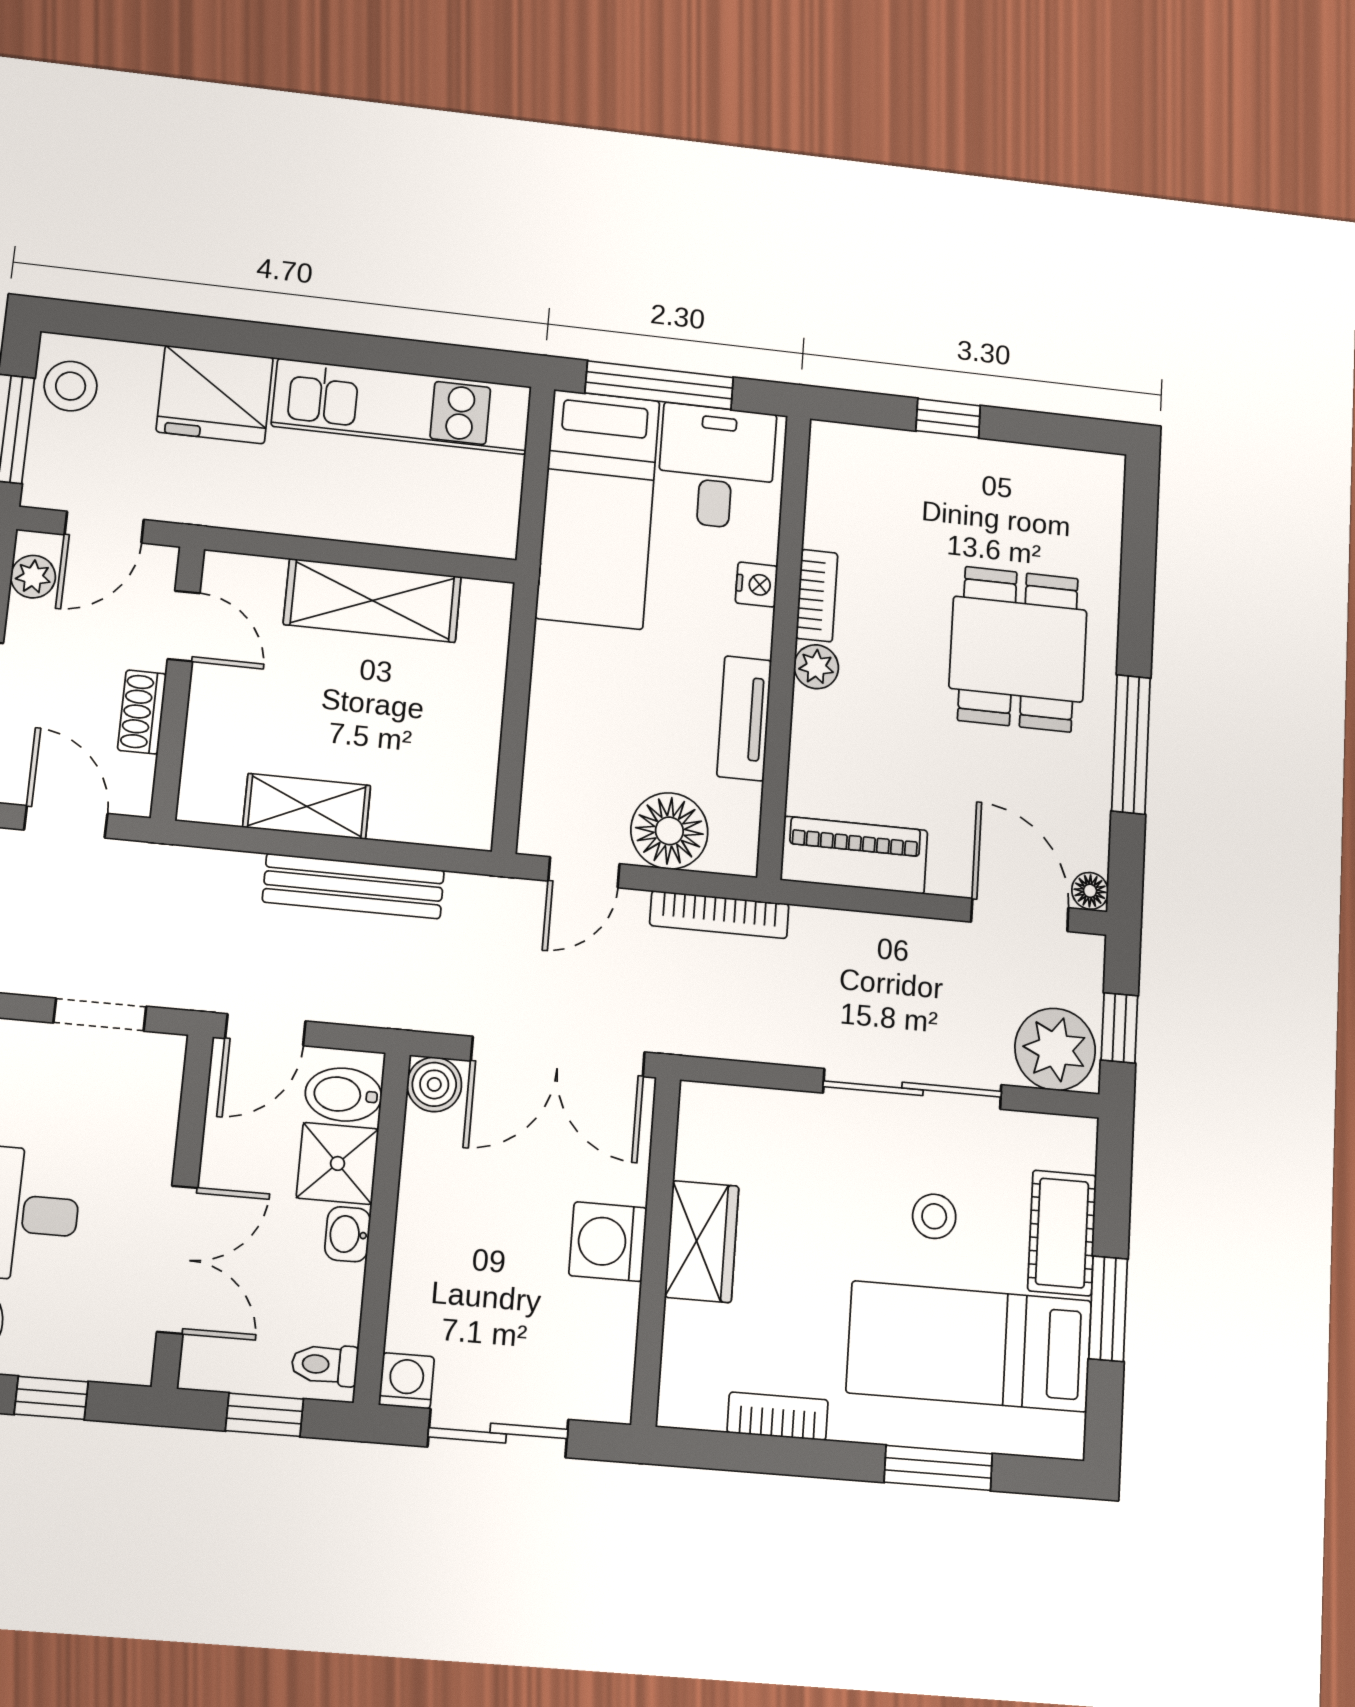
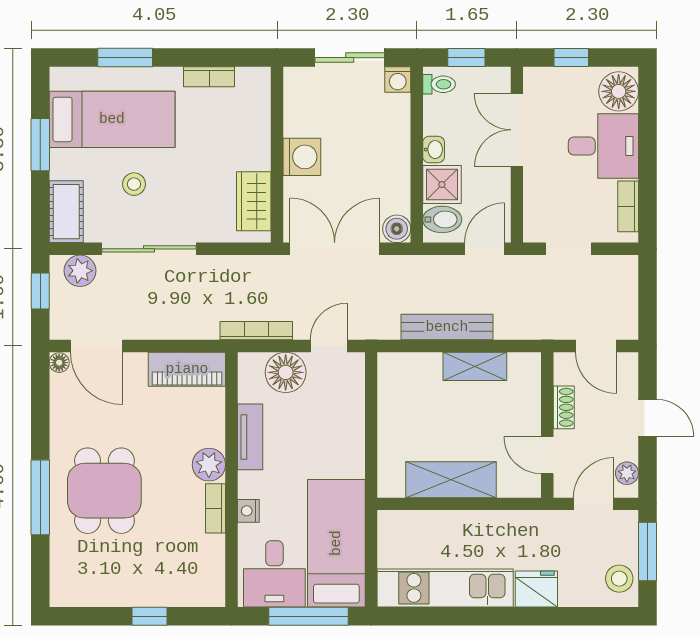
fridge: (215, 394) -> (536, 589), width x0.73, depth x0.75
plant: (816, 667) -> (209, 465), width x1.38, depth x1.38
window: (1131, 744) -> (40, 497), moved
plant: (1055, 1049) -> (80, 271), width x0.73, depth x0.73
cot: (1062, 1233) -> (66, 212), moved
wardrobe: (702, 1241) -> (254, 201), moved

